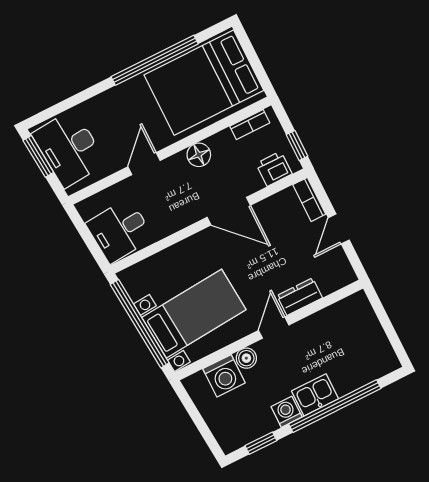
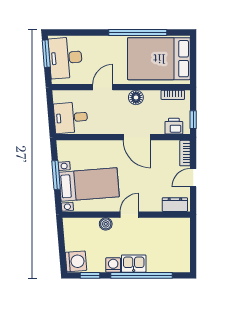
dresser: (300, 297) -> (175, 205), moved
window: (140, 324) -> (56, 175), width x0.47
washing machine: (224, 376) -> (76, 261), moved, turned -95

